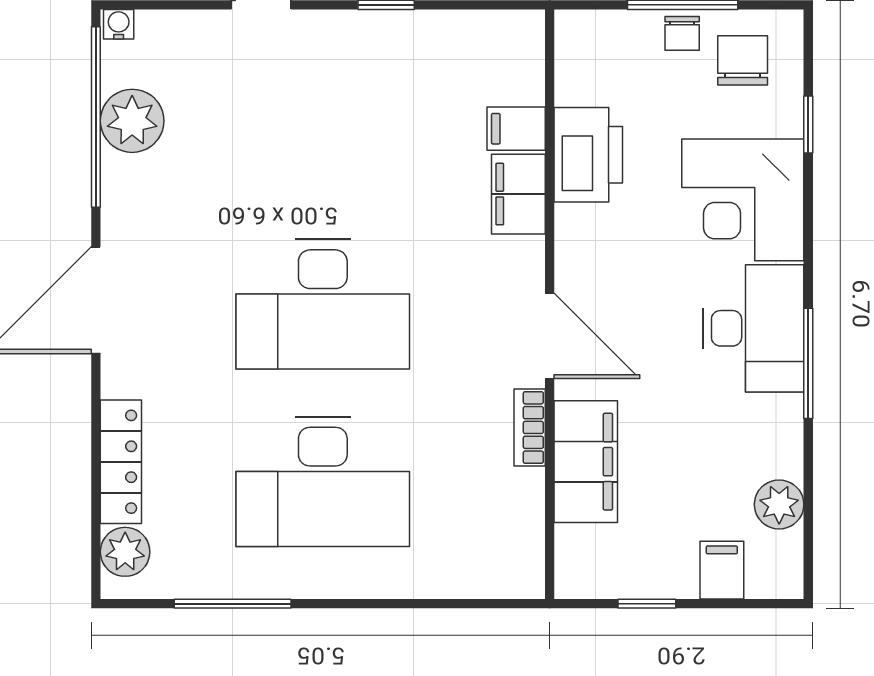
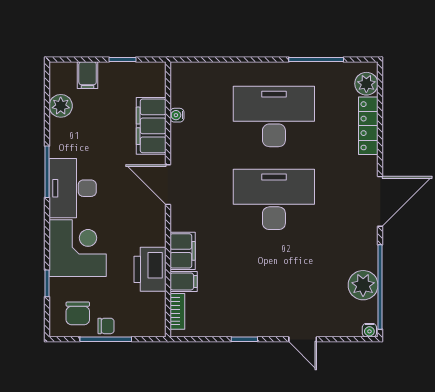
chair: (682, 33) -> (106, 326), turned 90
bookcase: (530, 427) -> (177, 311), moved
water cooler: (530, 485) -> (177, 115), added

